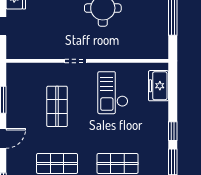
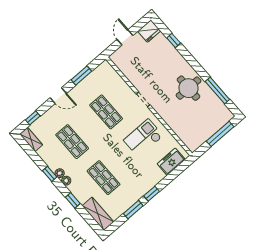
shop shelf: (57, 106) -> (106, 112), turned 90

